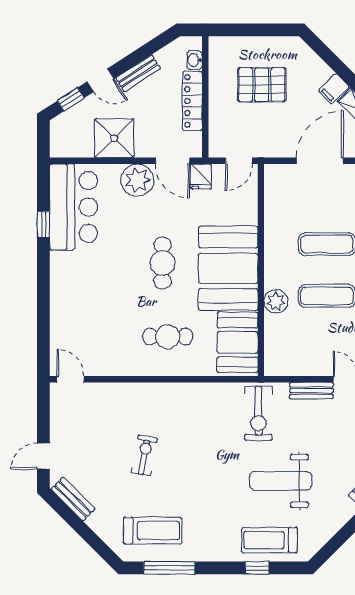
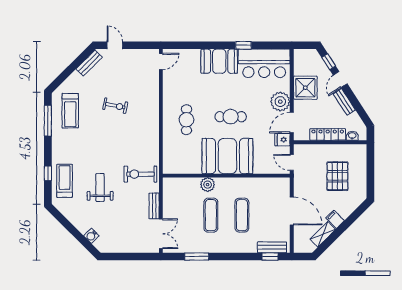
window: (43, 224) -> (243, 45), moved
booth: (237, 342) -> (219, 61), moved
weight bench: (281, 481) -> (100, 187), width x0.73, depth x0.75

